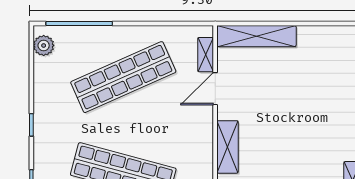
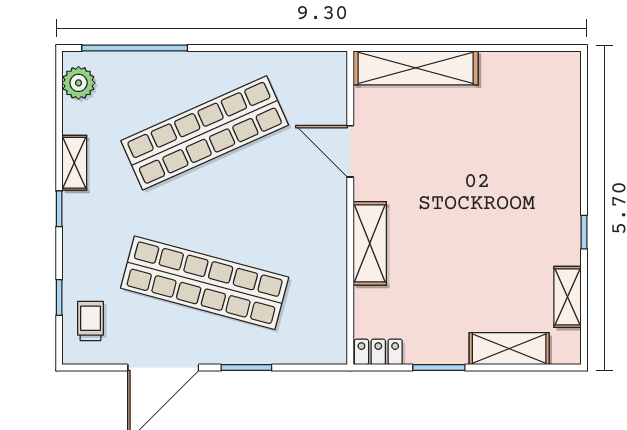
shelving: (206, 55) -> (74, 163), moved
door: (215, 89) -> (350, 151), hinge flipped

